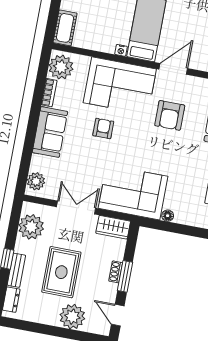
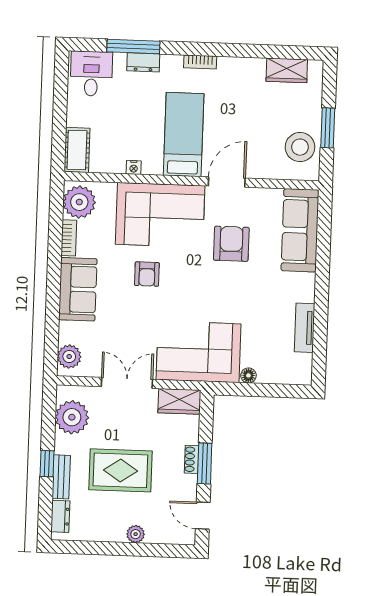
nightstand: (121, 50) -> (134, 167), moved
armchair: (170, 115) -> (231, 244), turned 180
armchair: (103, 128) -> (147, 274), turned 180
rug: (61, 272) -> (120, 470), turned 90
plant: (72, 317) -> (136, 534), width x0.53, depth x0.53

